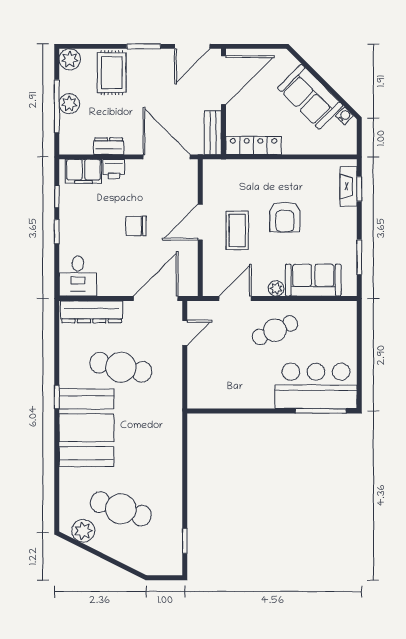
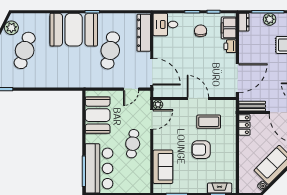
locker: (254, 145) -> (244, 125), width x0.66
dresser: (109, 146) -> (244, 22), moved
chair: (136, 226) -> (201, 31), moved
coffee table: (237, 230) -> (209, 122), moved
plant: (276, 288) -> (158, 105), moved
door: (235, 298) -> (152, 119), hinge flipped
cafe table: (275, 330) -> (133, 144), turned 31
door: (185, 333) -> (131, 89), hinge flipped
booth: (228, 388) -> (98, 115), added

